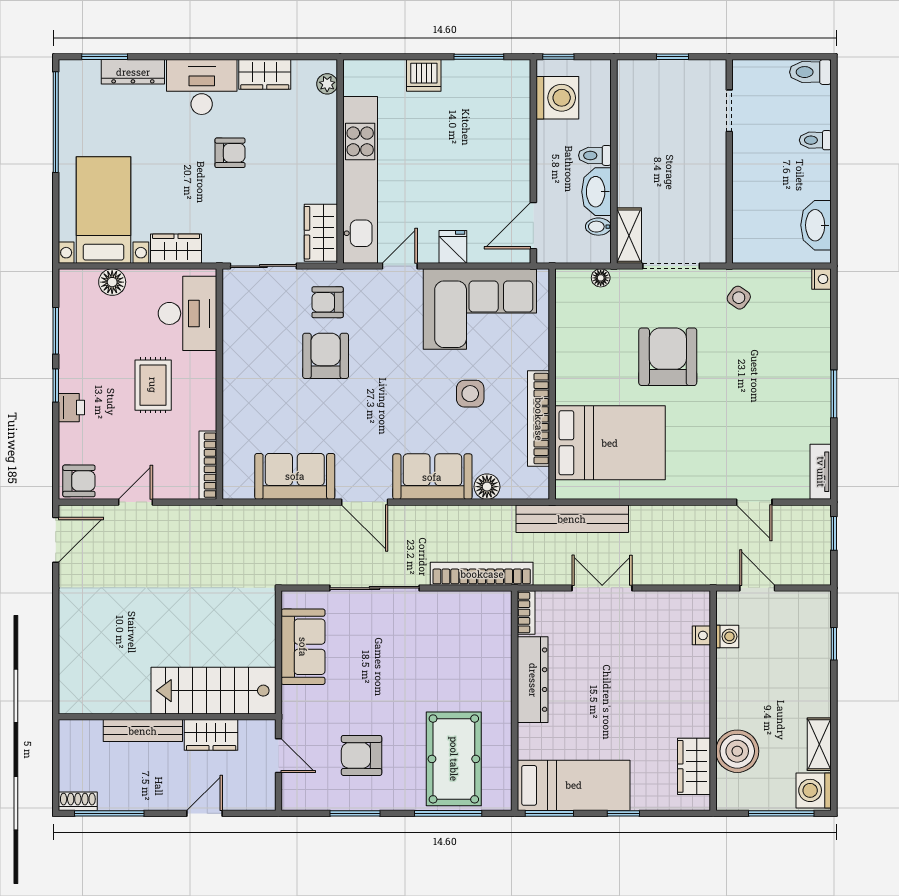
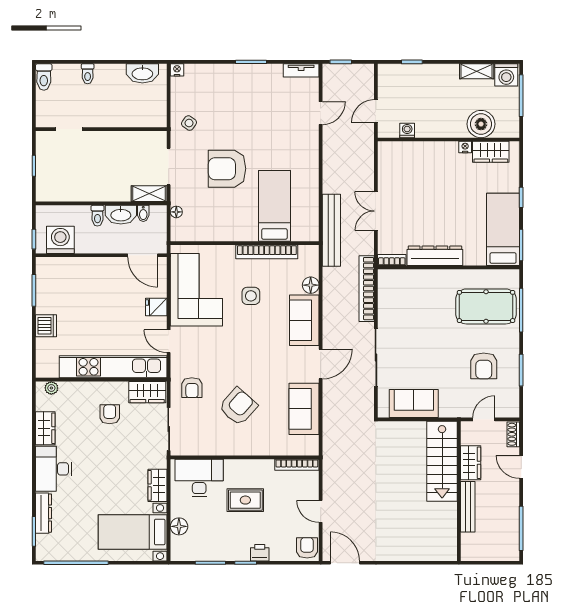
armchair: (230, 153) -> (110, 414), moved
armchair: (326, 356) -> (238, 407), moved, turned 132
bed: (610, 443) -> (274, 206), width x0.67
nightstand: (701, 635) -> (465, 147), moved
shoe rack: (78, 801) -> (513, 434), moved

